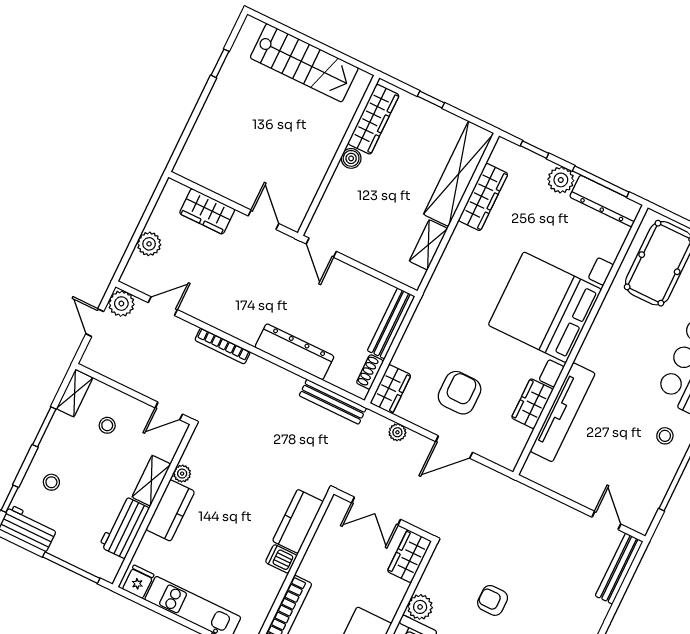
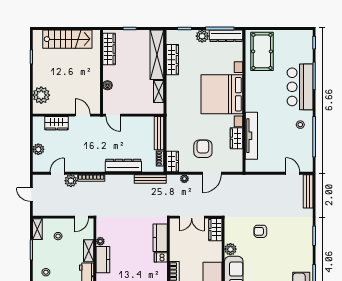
plant: (204, 144) -> (41, 95), added
boiler: (351, 158) -> (107, 85), moved
plant: (121, 304) -> (71, 181), moved

